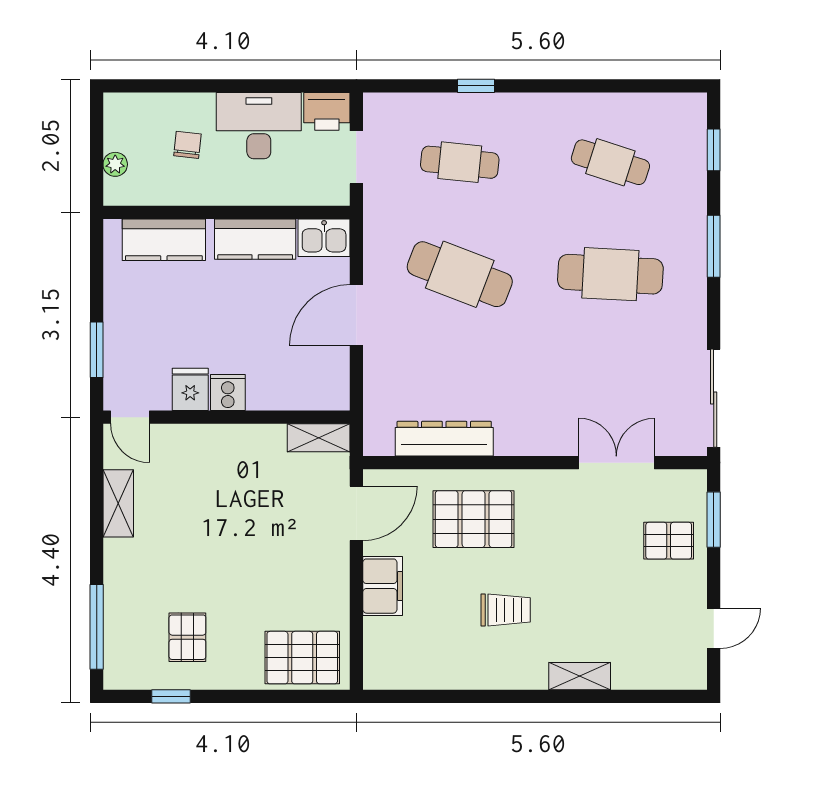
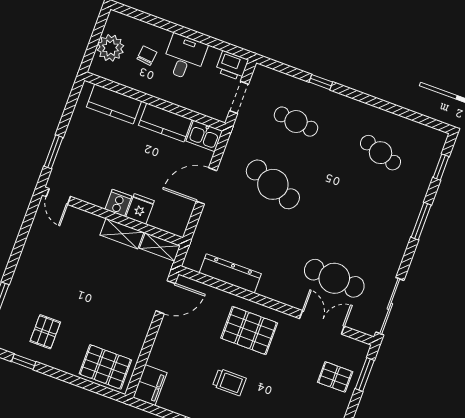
desk: (259, 126) -> (184, 57), width x0.73
plant: (115, 164) -> (110, 48), width x1.87, depth x1.87
cafe table: (610, 274) -> (334, 278), moved
fridge: (190, 389) -> (140, 209), moved
shelving: (118, 503) -> (122, 234), moved, turned 90
pallet: (474, 519) -> (249, 331), moved
filing cabinet: (383, 586) -> (150, 385), moved

